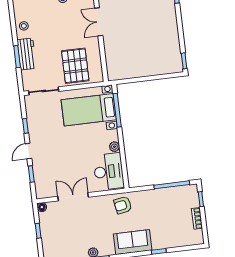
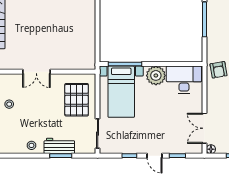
pallet: (75, 66) -> (77, 100), turned 90
plant: (114, 147) -> (156, 75), width x1.88, depth x1.88
double door: (73, 197) -> (204, 128), moved

